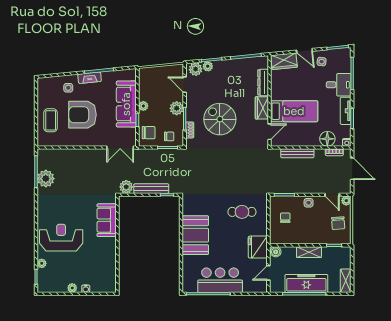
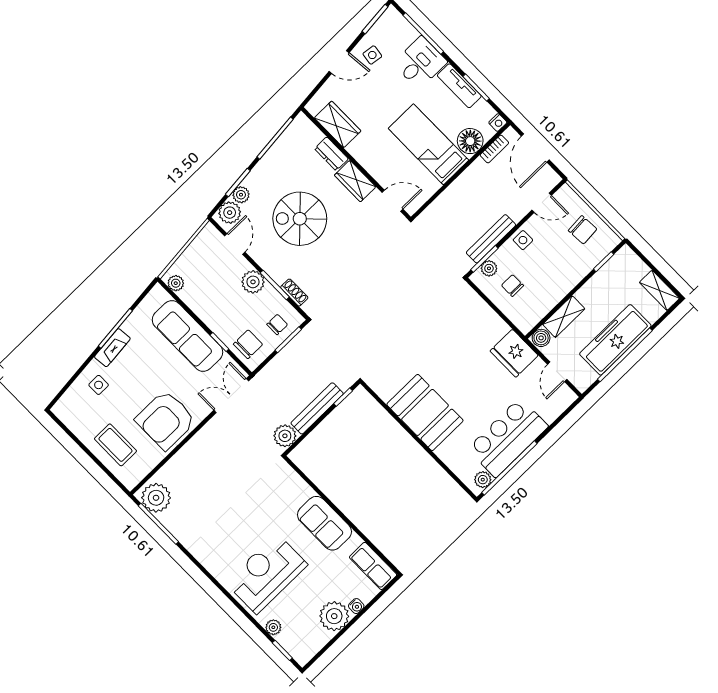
wardrobe: (284, 61) -> (338, 124), moved, turned -84
dresser: (263, 82) -> (331, 154), width x0.70
door: (185, 85) -> (235, 244), swing flipped
plant: (143, 106) -> (176, 283), moved
bed: (294, 111) -> (428, 144), moved, turned -90
armchair: (83, 115) -> (166, 420), moved
spiral stairs: (220, 119) -> (300, 219), moved
door: (270, 132) -> (393, 201), hinge flipped
double door: (120, 147) -> (231, 396), swing flipped
bench: (297, 153) -> (491, 239), moved
door: (352, 169) -> (535, 148), swing flipped
plant: (46, 179) -> (156, 498), moved
plant: (346, 201) -> (489, 268), moved
cafe table: (242, 212) -> (454, 330), removed
sofa: (107, 220) -> (324, 523), moved
shelving: (309, 252) -> (564, 317), moved
row of seats: (110, 279) -> (373, 566), added
plant: (72, 288) -> (334, 616), width x1.87, depth x1.87
plant: (192, 288) -> (483, 480), added

